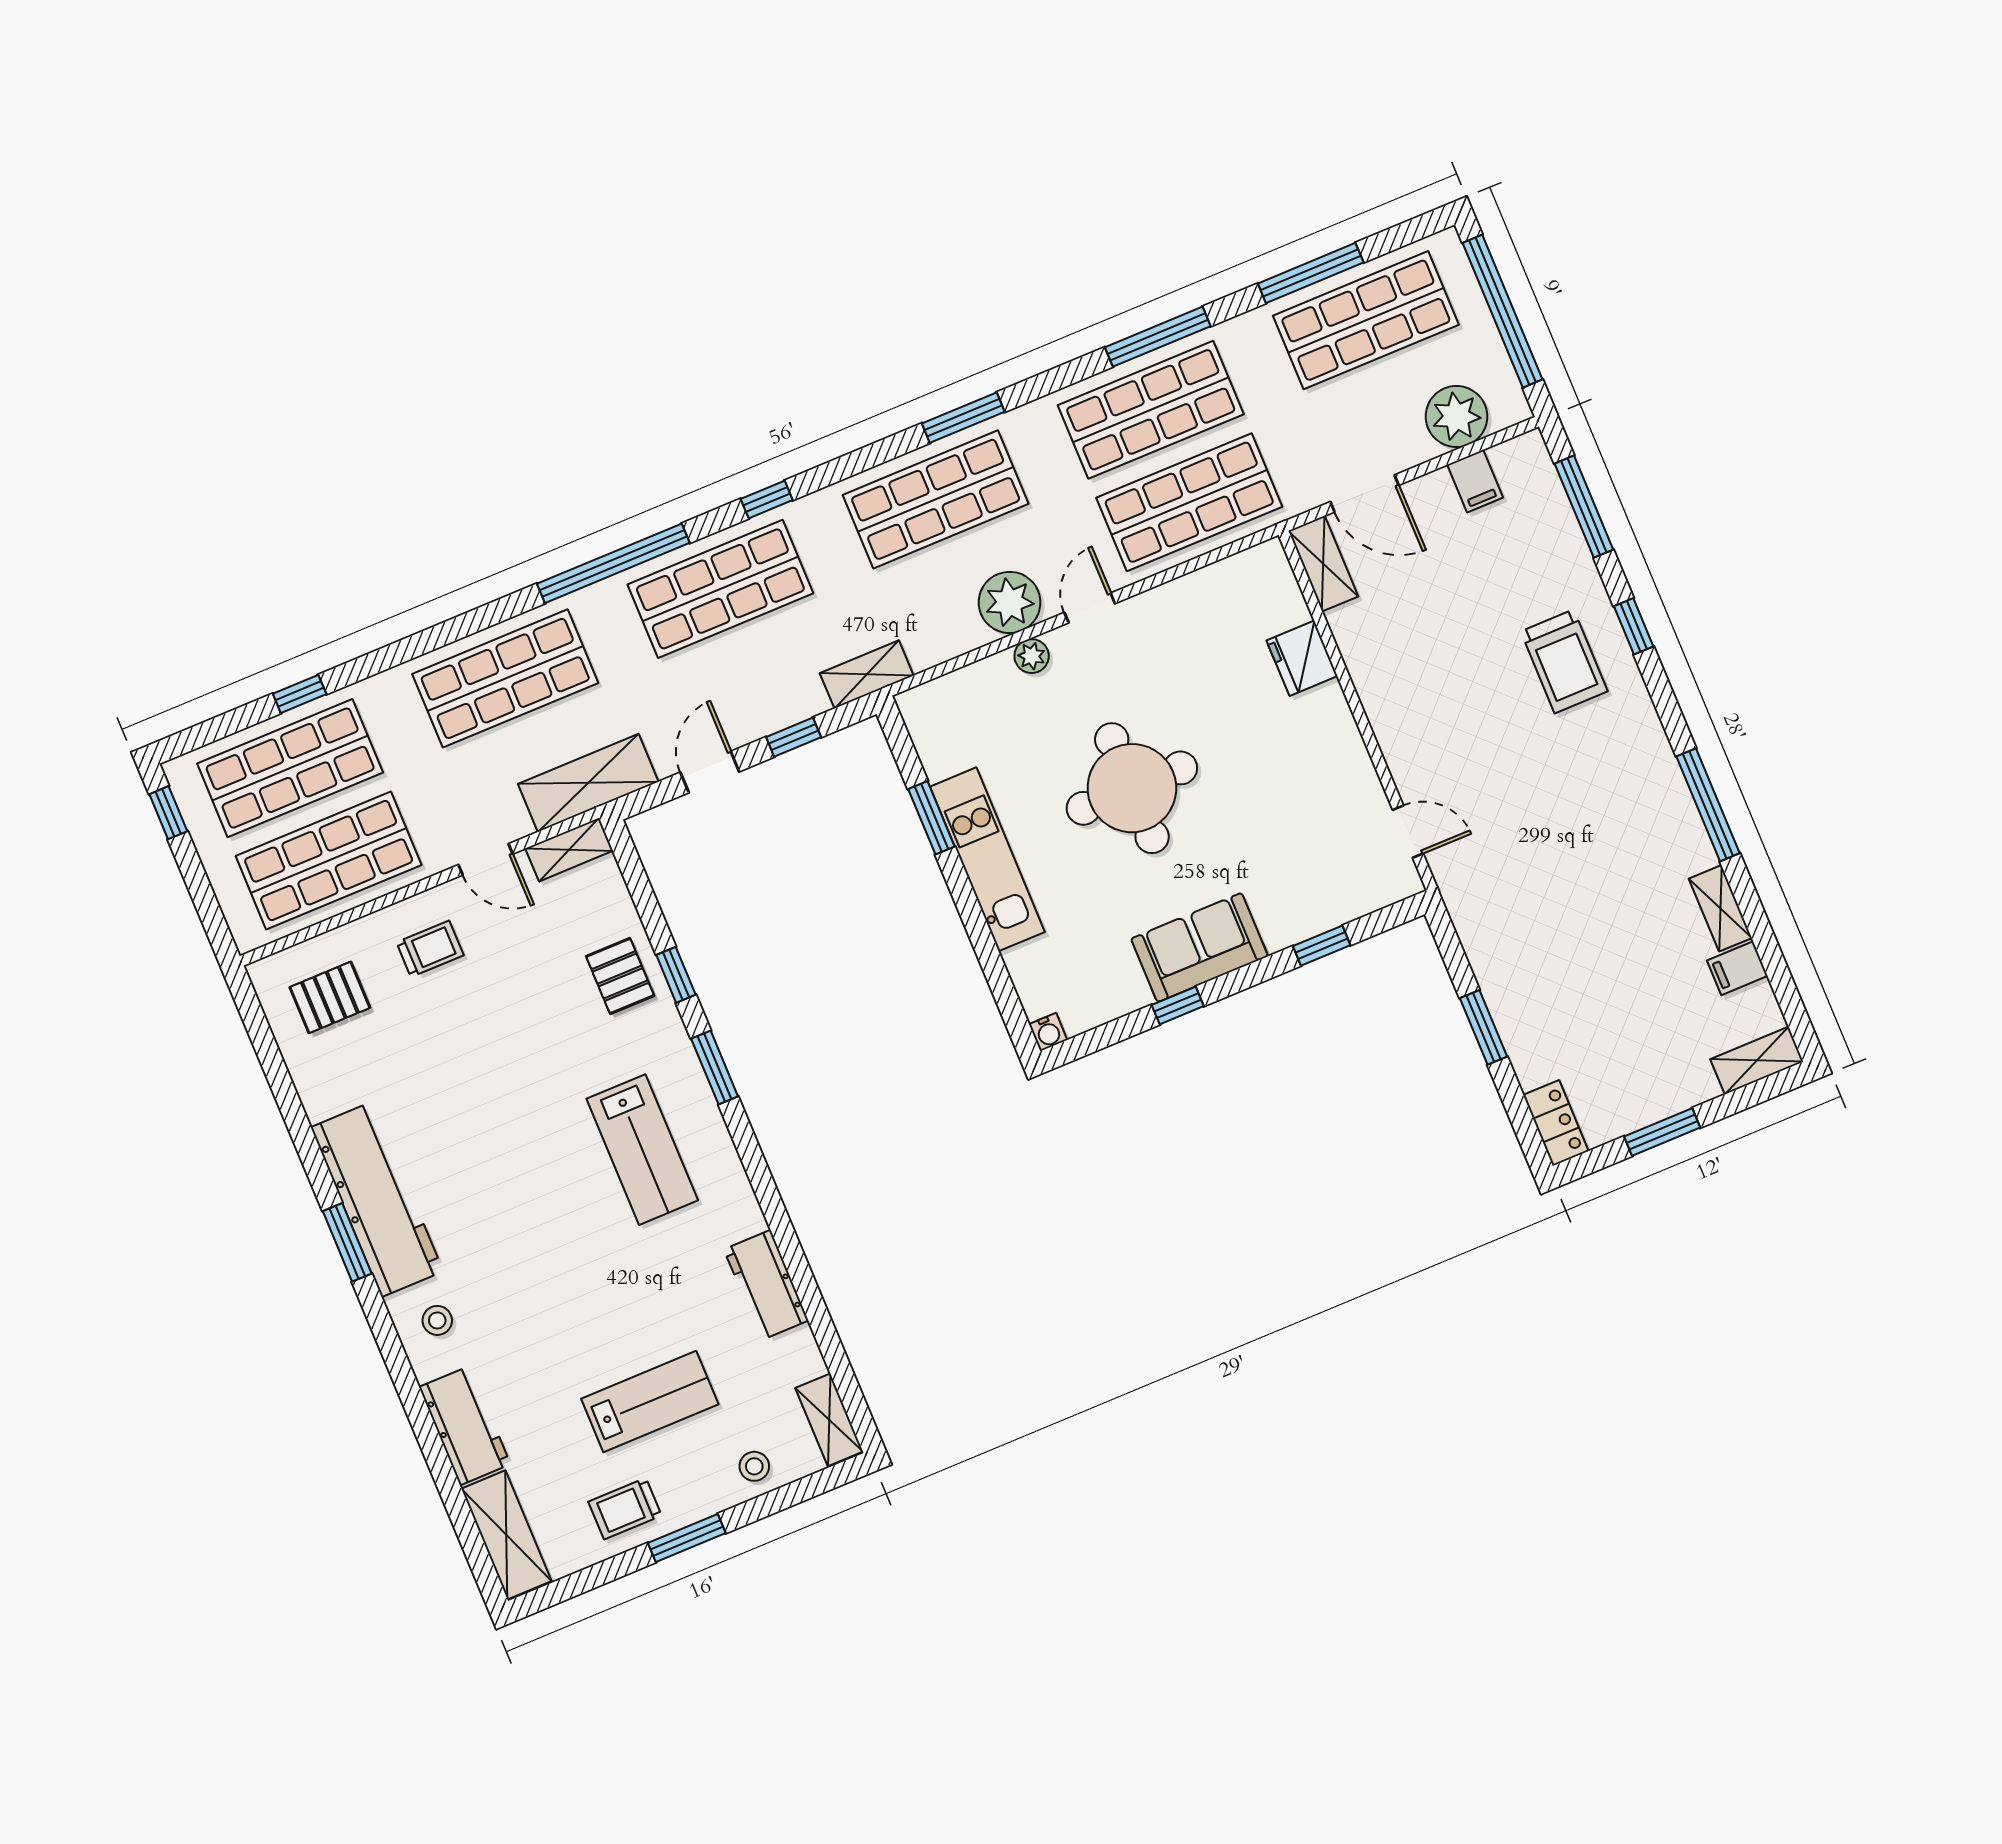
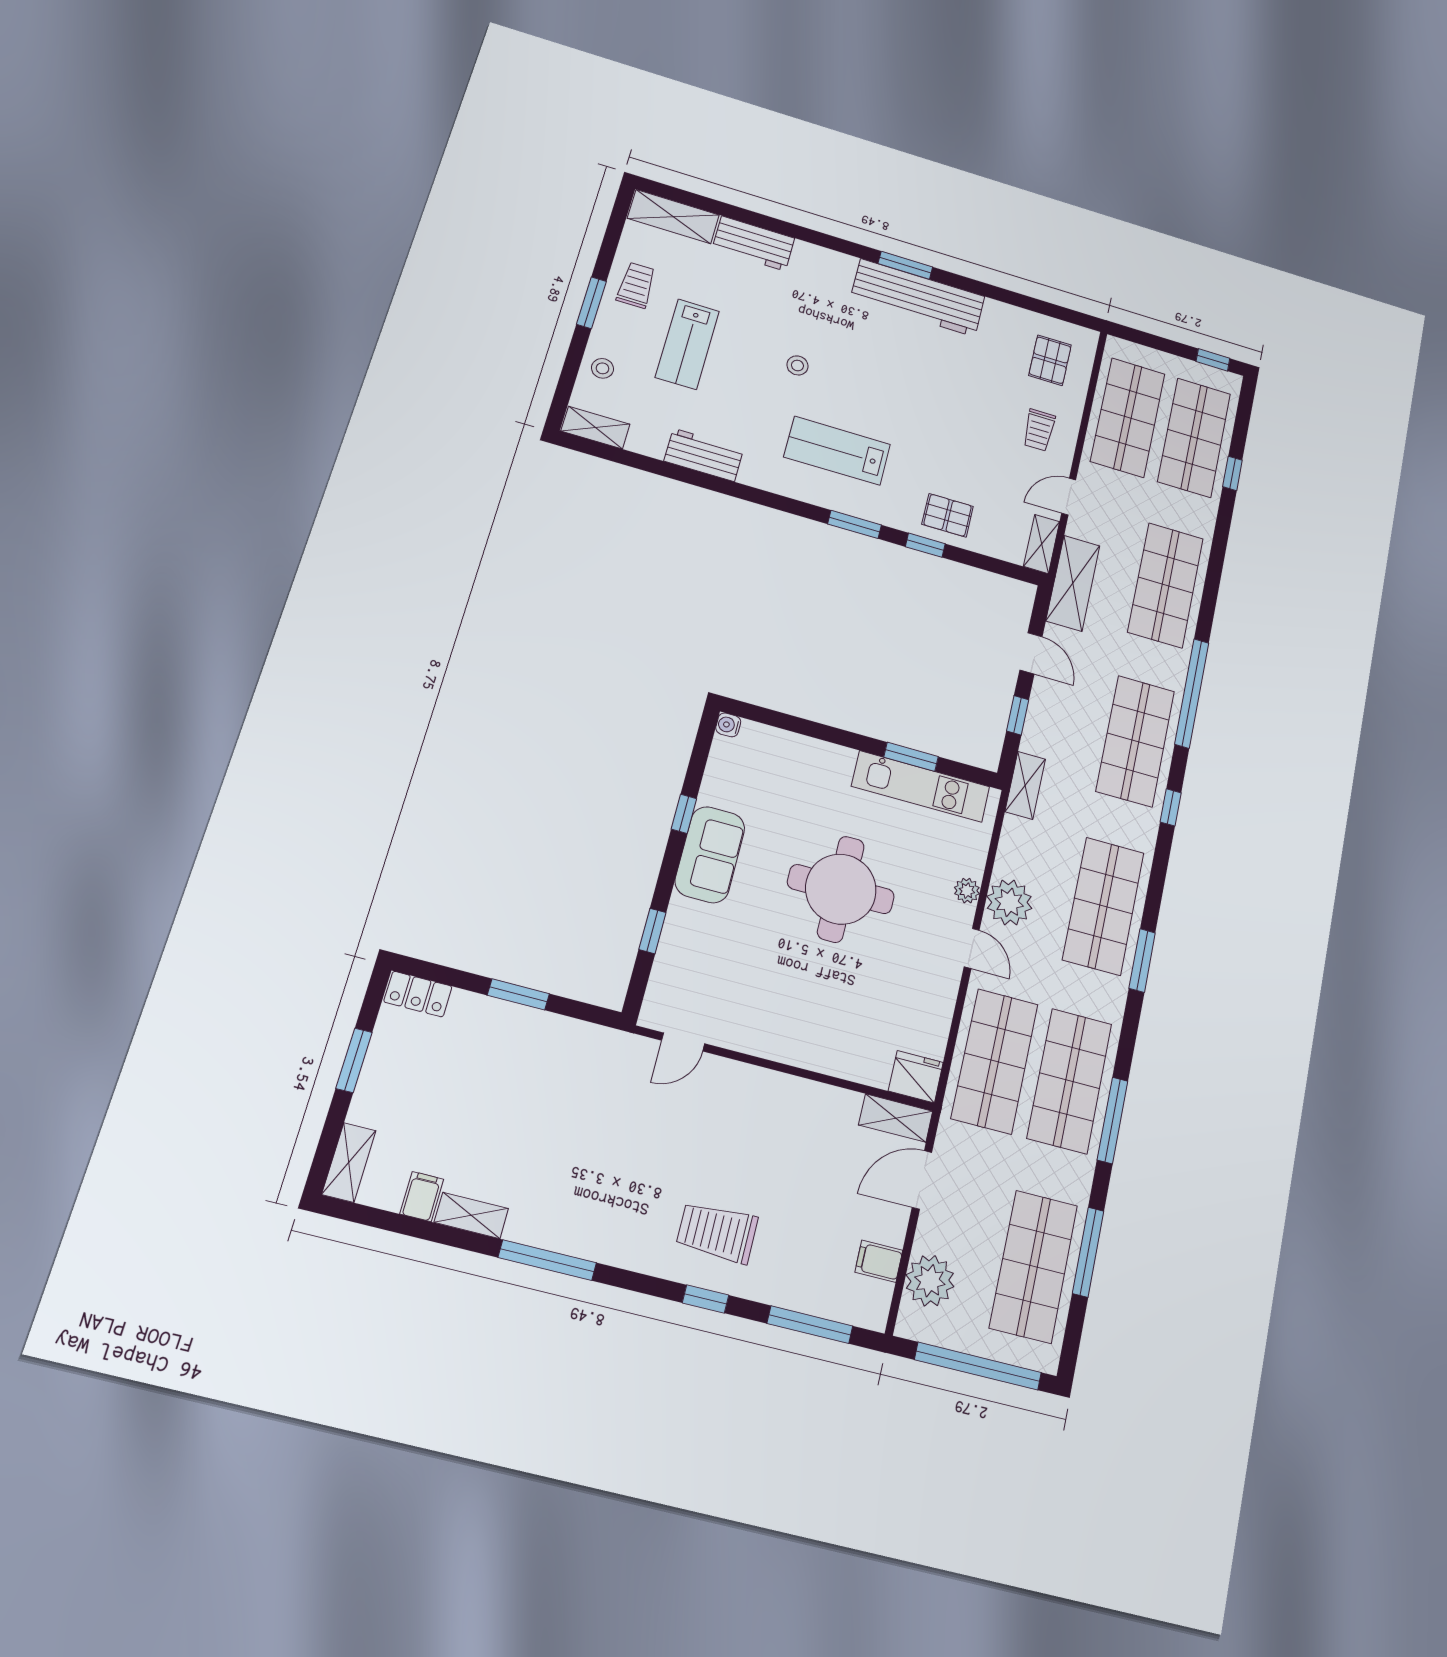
fridge: (1302, 658) -> (916, 1077), moved
kitchen unit: (987, 859) -> (921, 786), moved
stool: (437, 1320) -> (797, 365), moved

